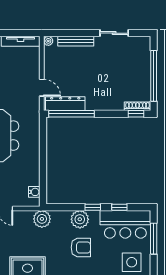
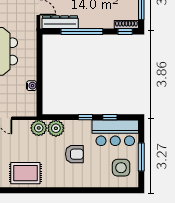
window: (71, 114) -> (82, 31), moved
water cooler: (34, 192) -> (32, 86), moved
plant: (80, 219) -> (56, 128), moved
window: (154, 239) -> (141, 157), moved

